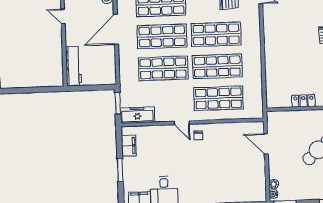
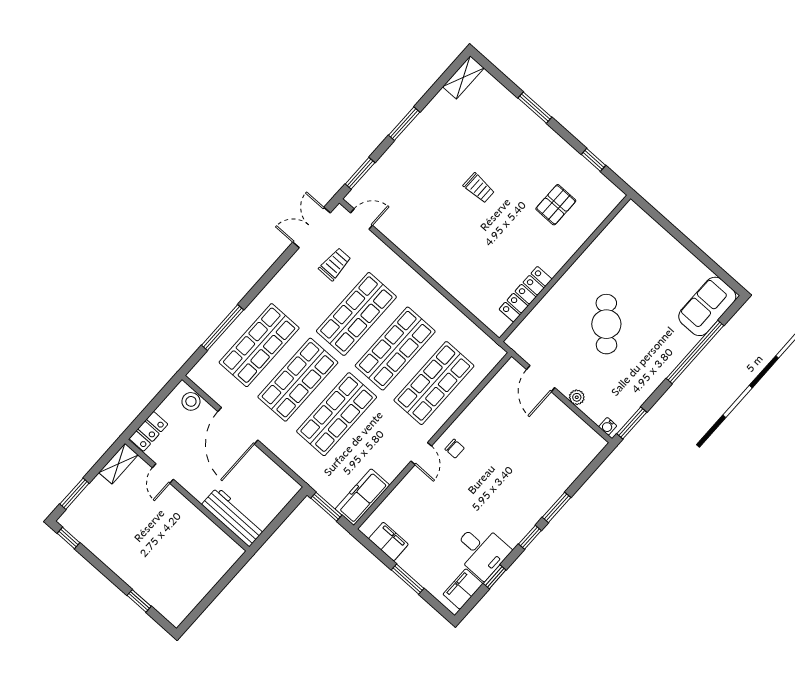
door: (63, 16) -> (163, 473), hinge flipped
locker: (303, 101) -> (525, 294), width x1.53
door: (182, 123) -> (421, 454), hinge flipped
door: (266, 144) -> (541, 379), hinge flipped
plant: (274, 184) -> (577, 397), moved

